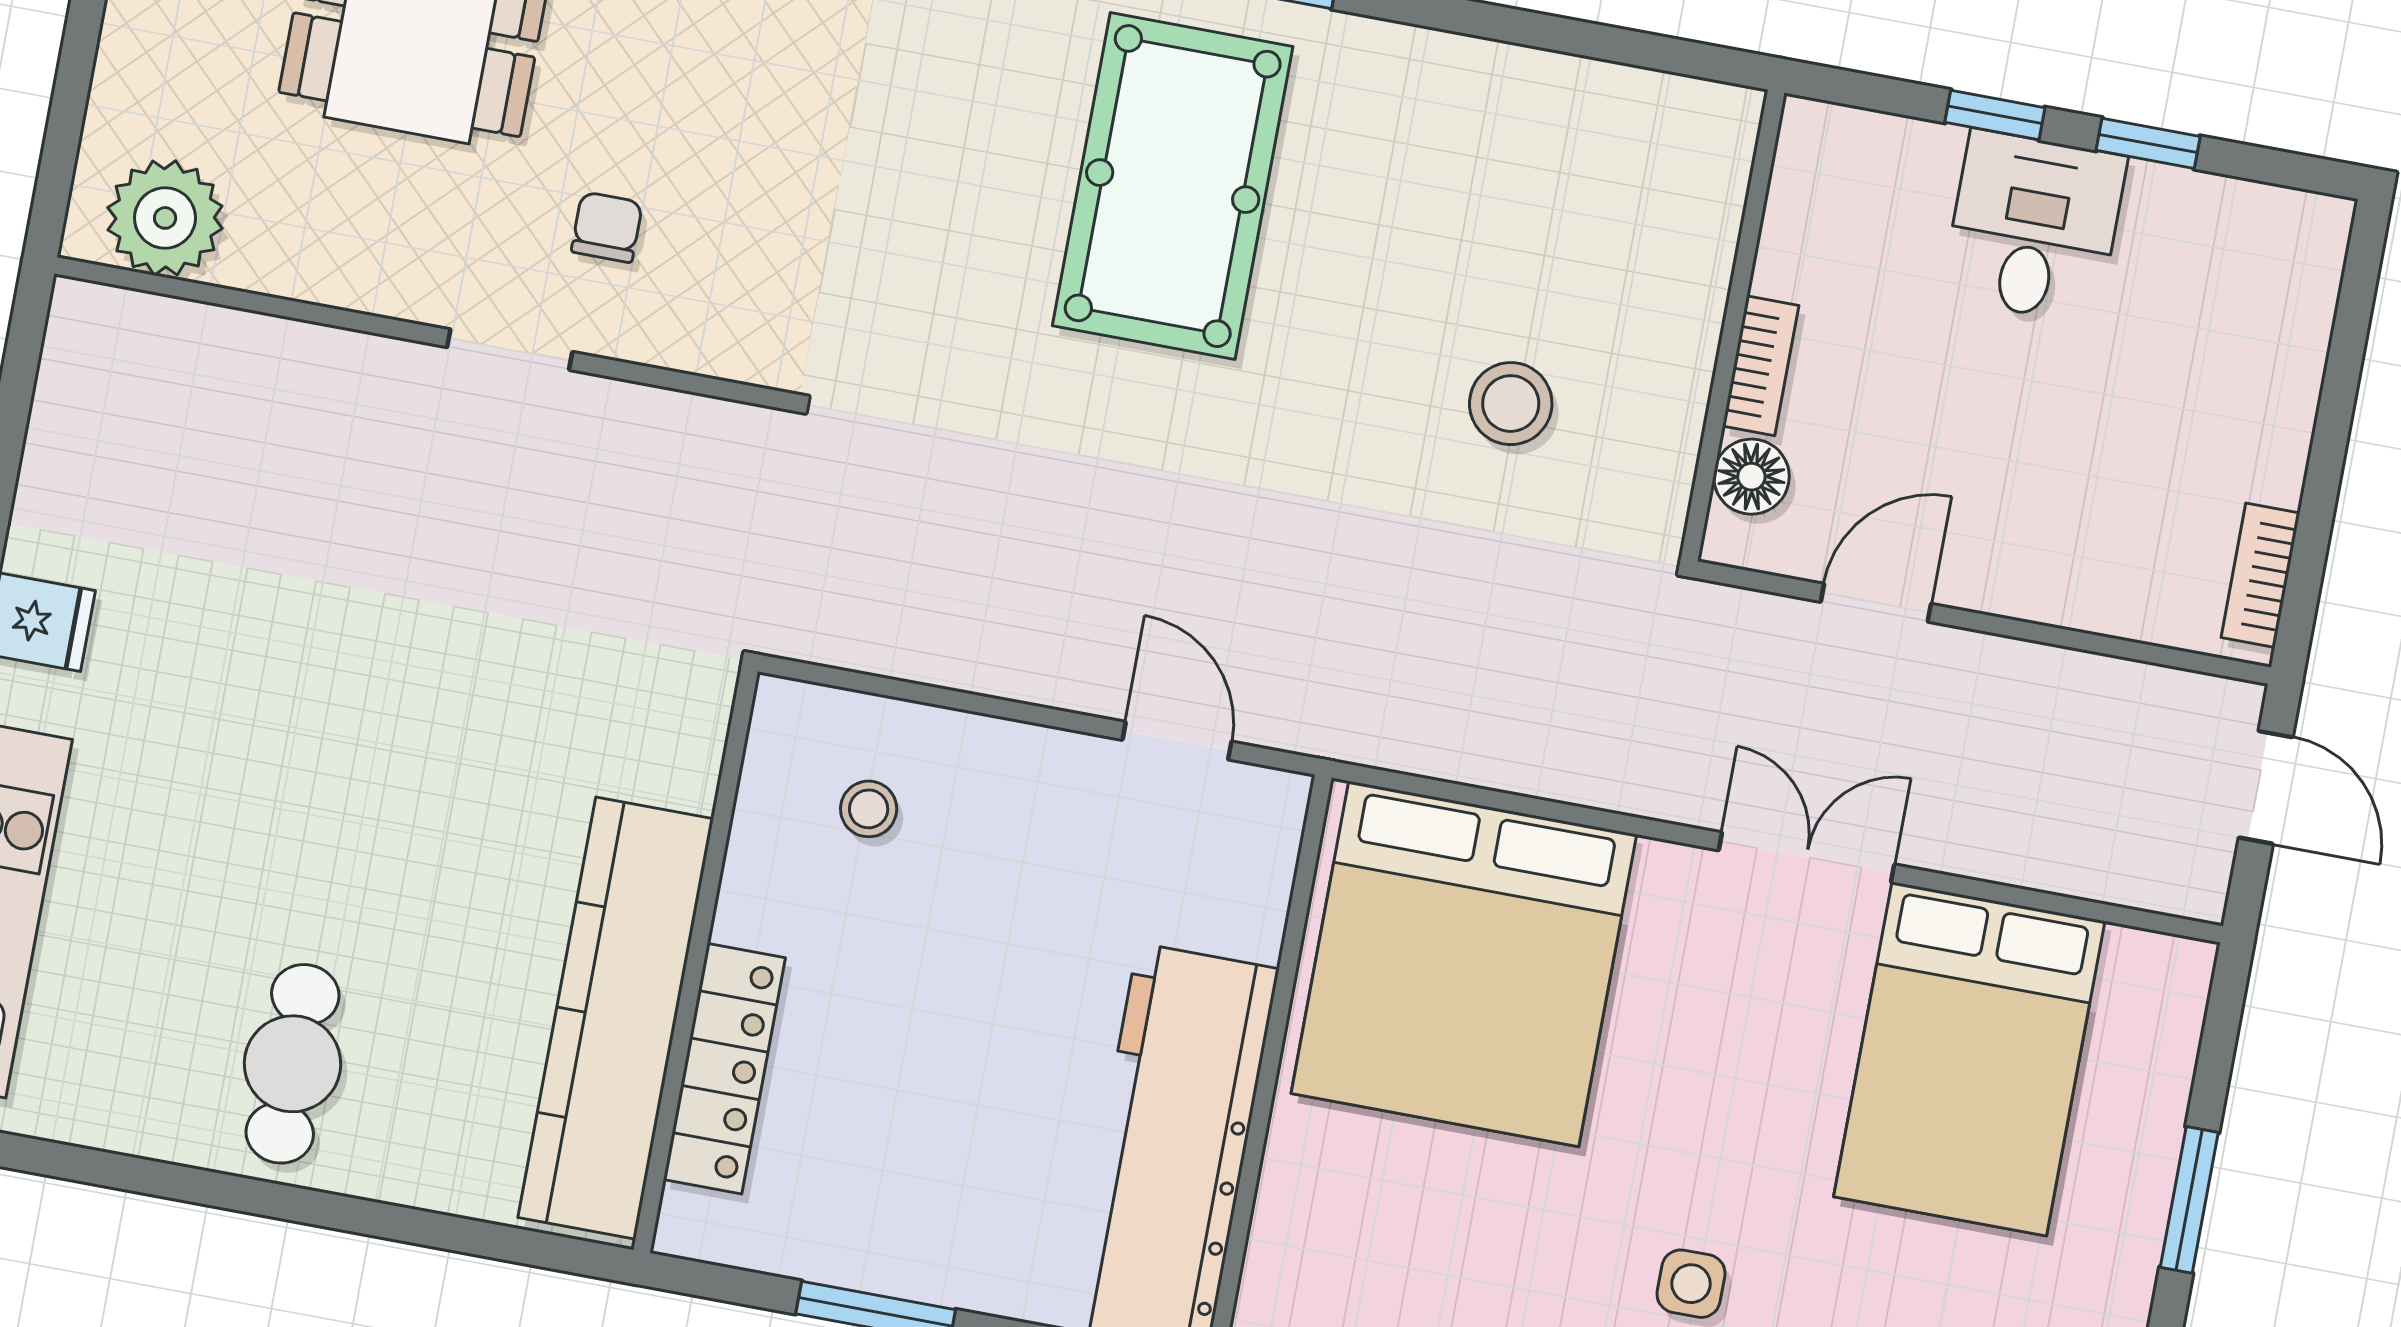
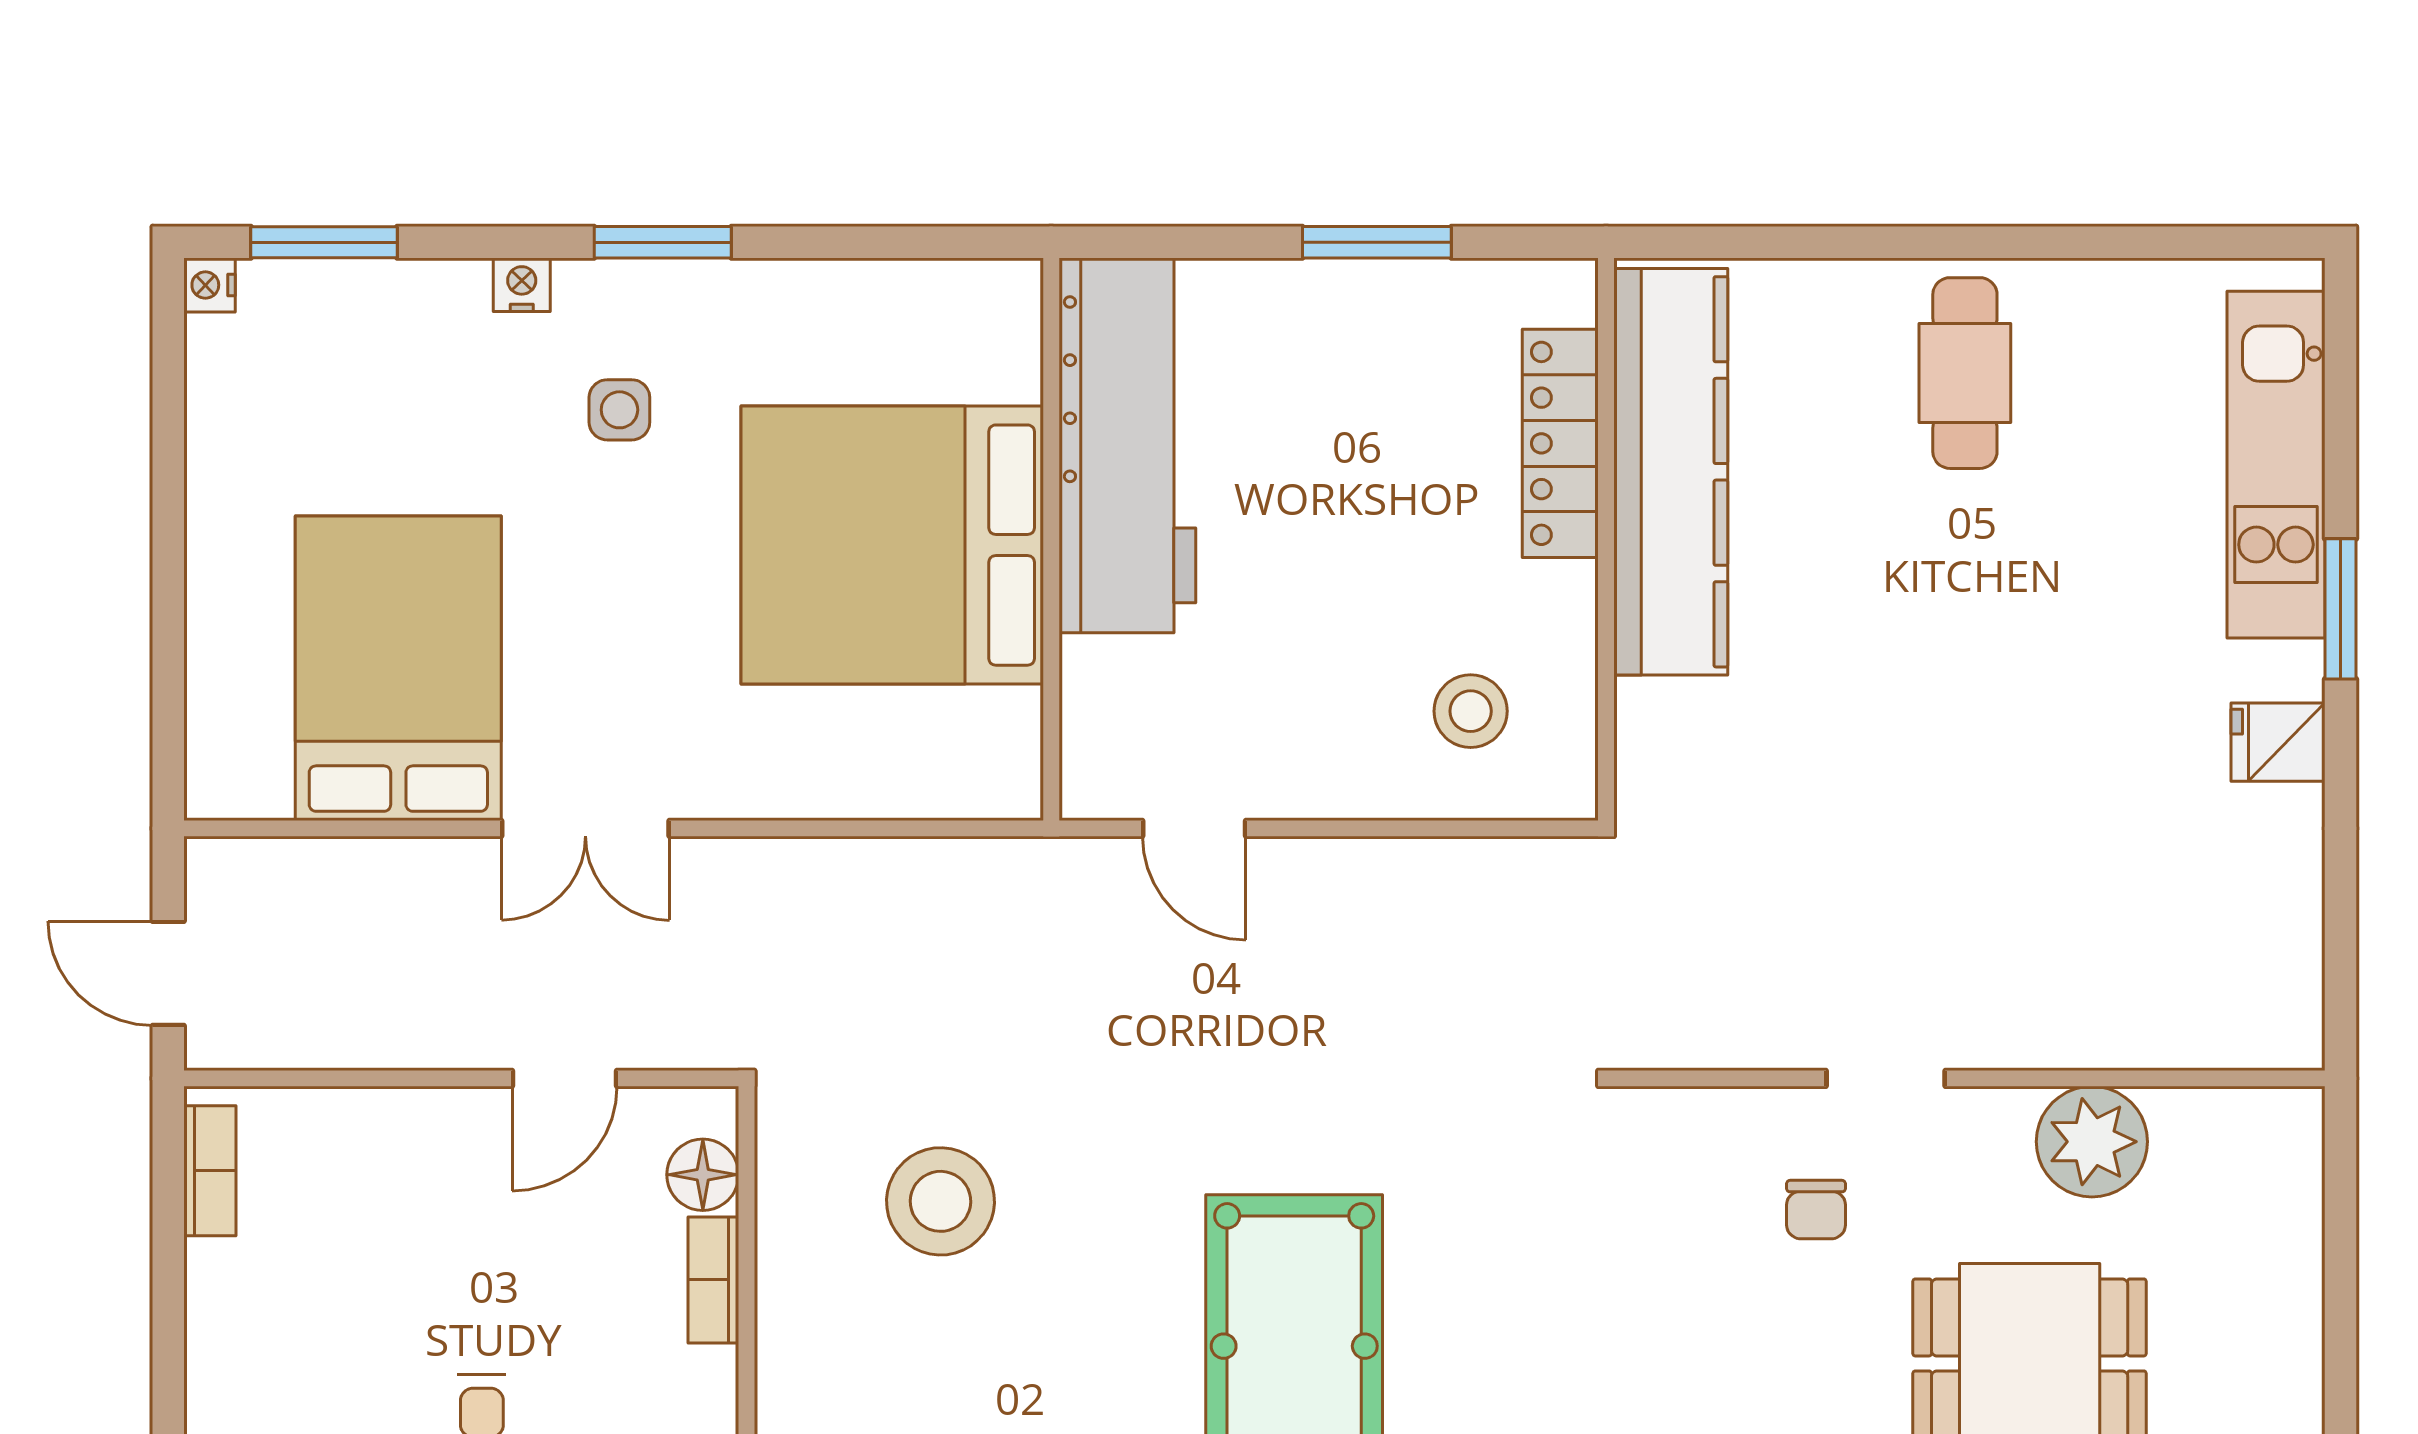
plant: (165, 218) -> (2092, 1142), moved
stool: (1511, 404) -> (941, 1201), width x1.38, depth x1.38
stool: (869, 809) -> (1471, 711), width x1.37, depth x1.37
bed: (1464, 964) -> (892, 545), moved, turned -90
window: (2189, 1200) -> (168, 574), removed

